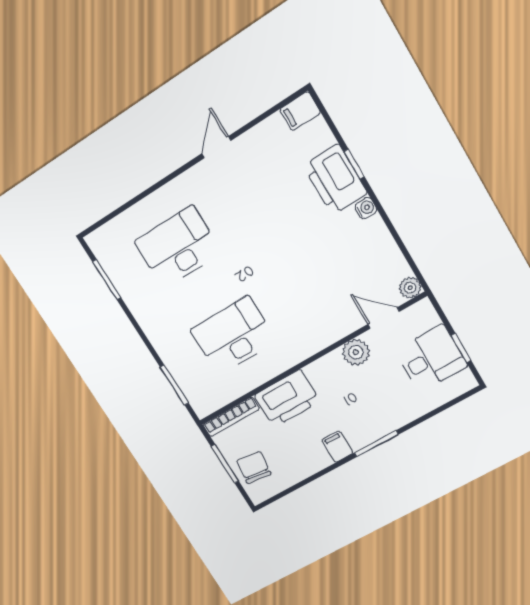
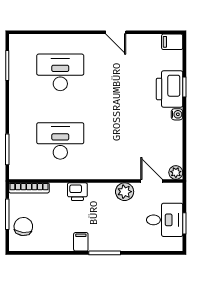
door: (216, 147) -> (116, 32), swing flipped
printer: (287, 399) -> (77, 192), width x0.53, depth x0.68

